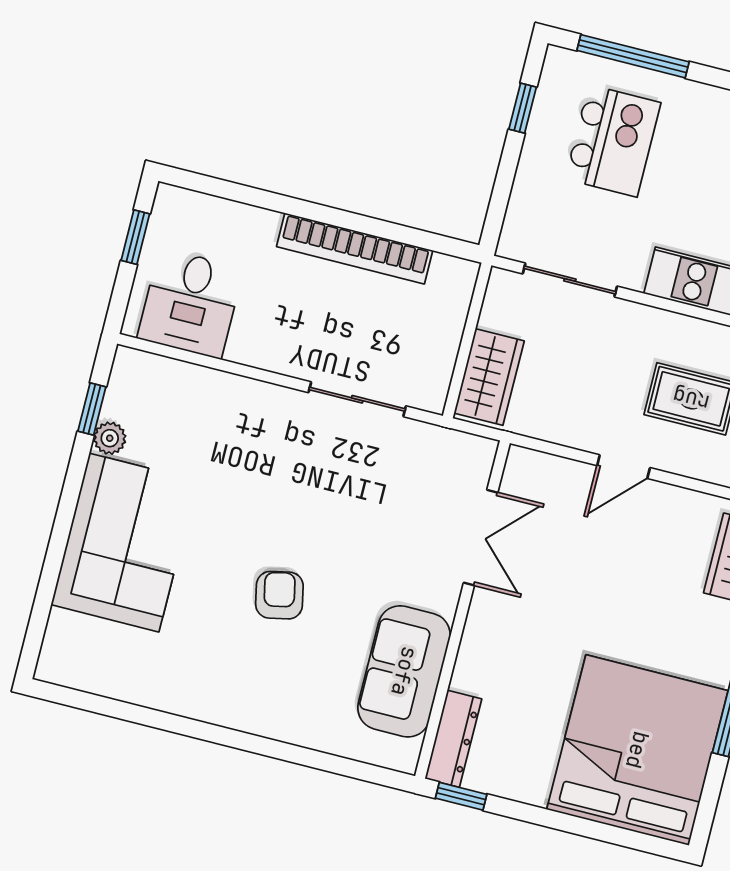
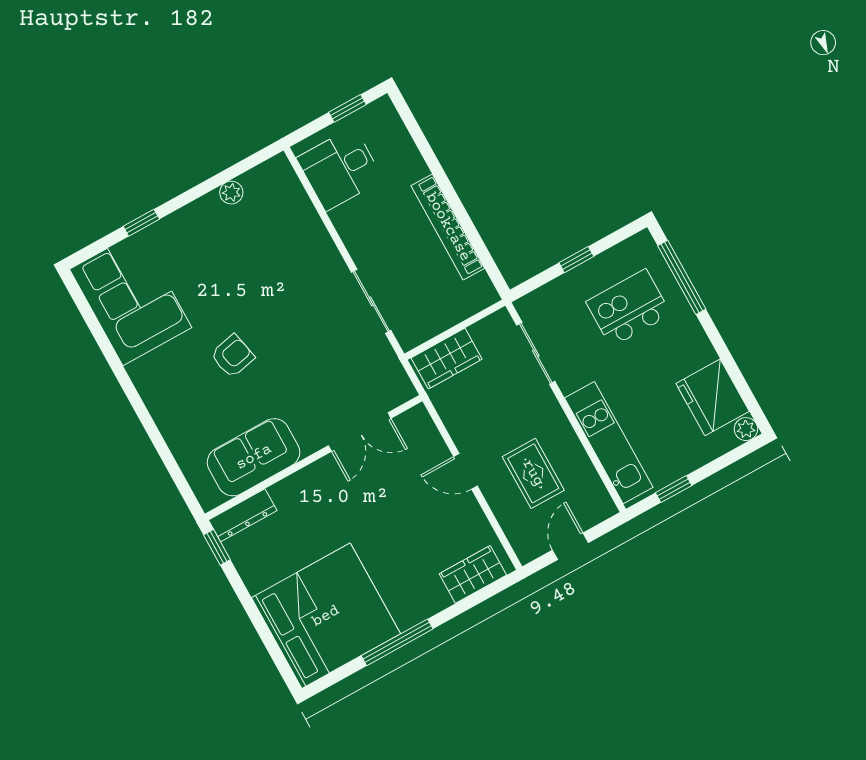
window: (523, 108) -> (576, 260), moved
kitchen island: (613, 141) -> (628, 308), turned 180
window: (92, 409) -> (141, 223), moved
corner sofa: (124, 543) -> (131, 298), moved, turned -90

